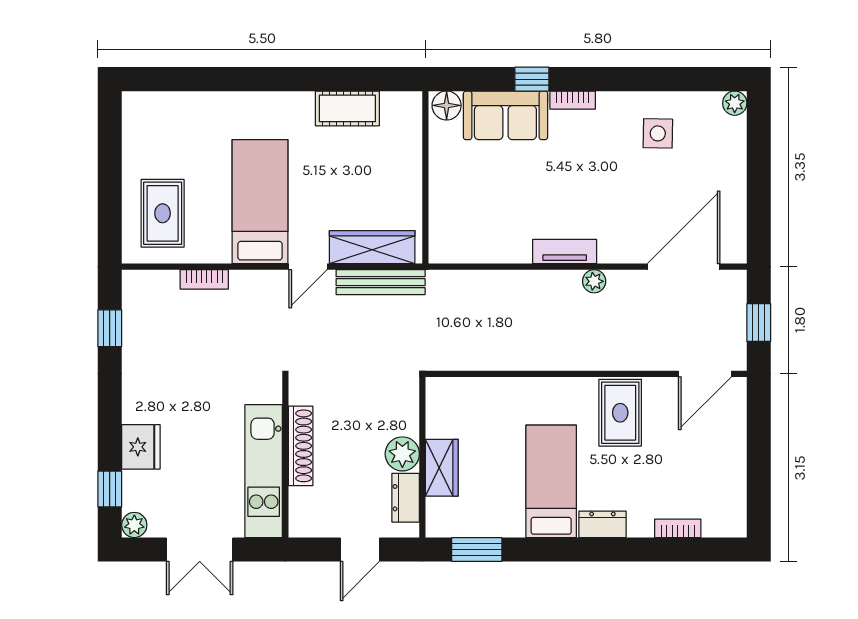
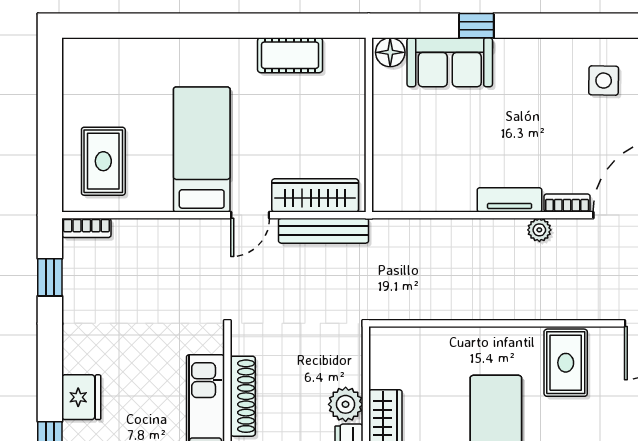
bookcase: (573, 100) -> (567, 203), moved, turned 180
bookcase: (204, 279) -> (86, 228), moved

